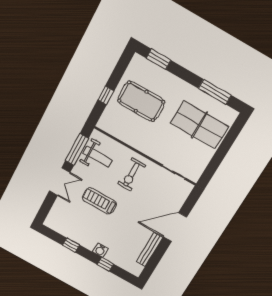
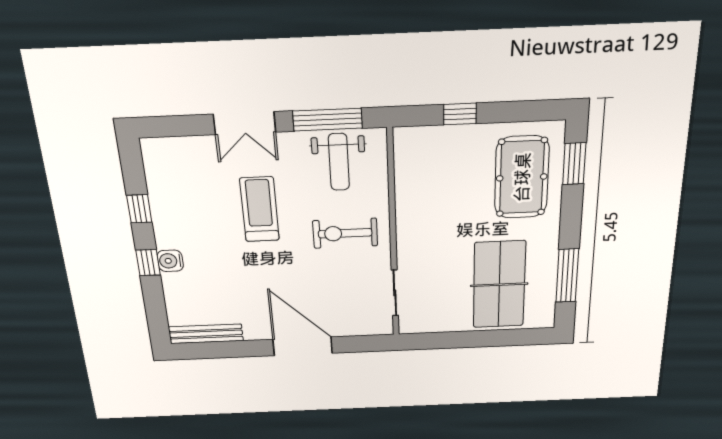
pool table: (141, 101) -> (522, 177), moved
bench: (150, 250) -> (206, 334), moved
window: (105, 264) -> (148, 263), moved

